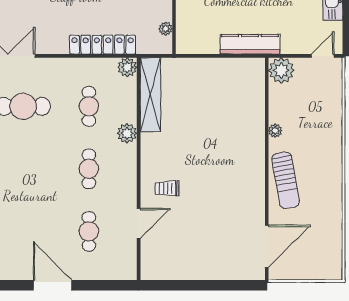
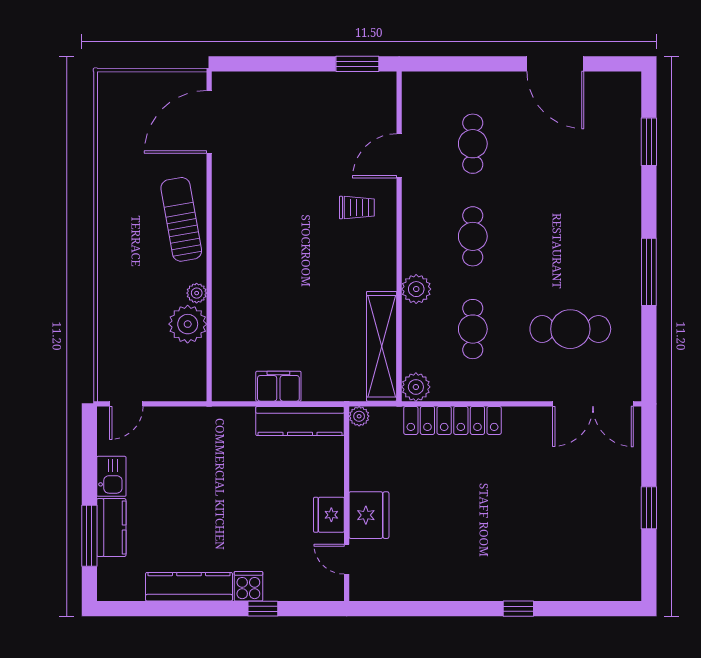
plant: (166, 29) -> (359, 416), moved
kitchen counter: (250, 44) -> (300, 421), moved
filing cabinet: (220, 68) -> (278, 386), added
plant: (281, 70) -> (188, 324), moved
door: (53, 285) -> (555, 64), moved
window: (167, 285) -> (357, 64), added

